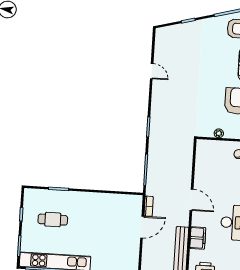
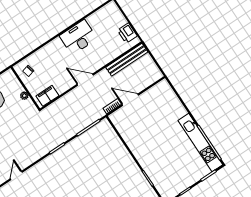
door: (192, 200) -> (85, 80), hinge flipped
cafe table: (53, 220) -> (172, 166), removed
filing cabinet: (198, 238) -> (47, 96), moved

